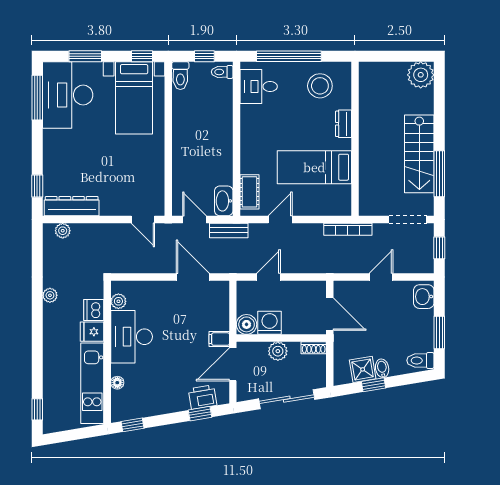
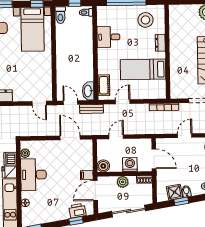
desk: (259, 87) -> (108, 37), moved
washing machine: (270, 323) -> (130, 165), moved

